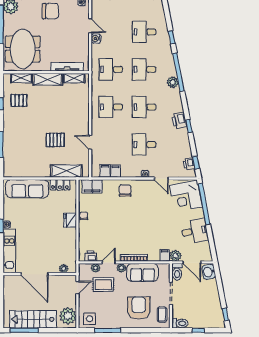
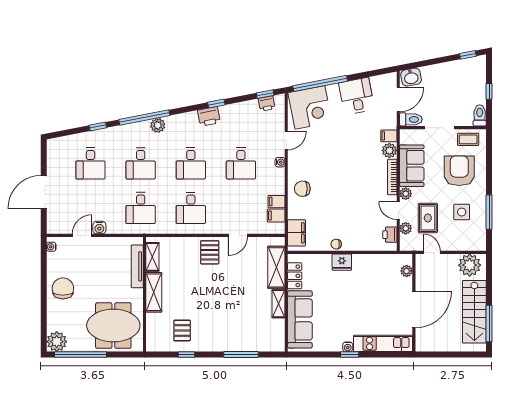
shelving: (21, 78) -> (278, 304), moved
pallet: (55, 140) -> (210, 252), moved
plant: (176, 256) -> (389, 150), moved
armchair: (139, 308) -> (459, 171), turned 90
side table: (90, 319) -> (462, 212), moved

